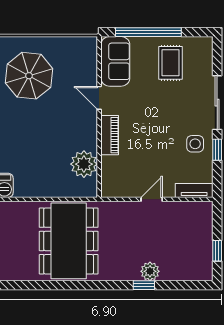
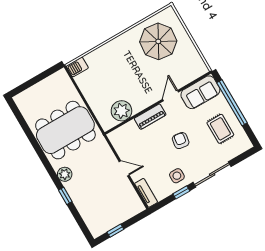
rug: (170, 63) -> (220, 129), turned 90
armchair: (157, 116) -> (181, 141), added
plant: (150, 271) -> (65, 174), moved

